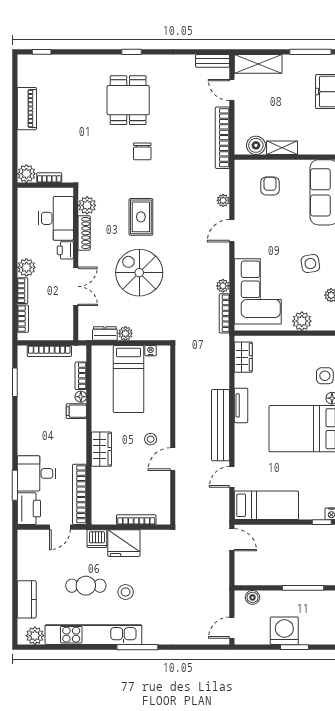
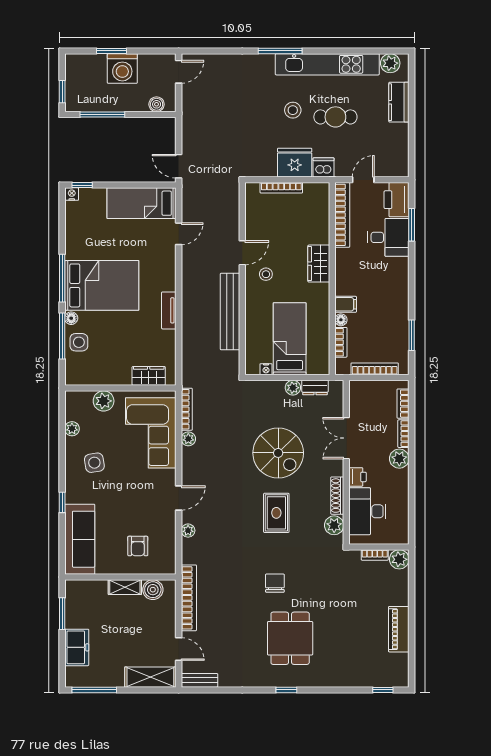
wardrobe: (243, 357) -> (149, 376), moved, turned 90
bench: (221, 425) -> (230, 312), moved

